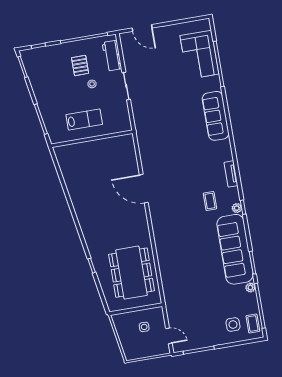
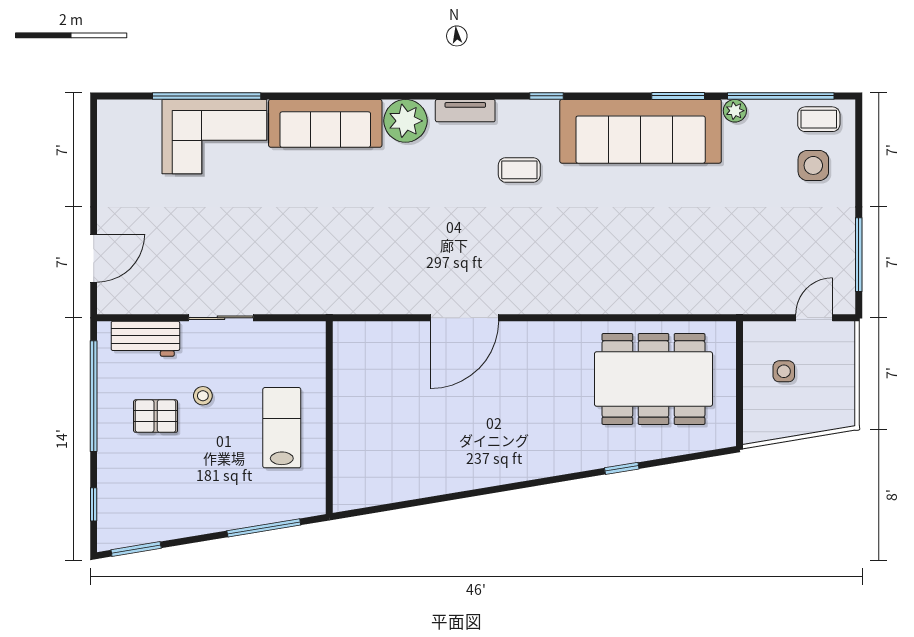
corner sofa: (199, 55) -> (214, 137), moved
plant: (237, 208) -> (405, 121), moved, width x1.87, depth x1.87

